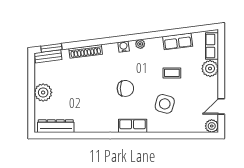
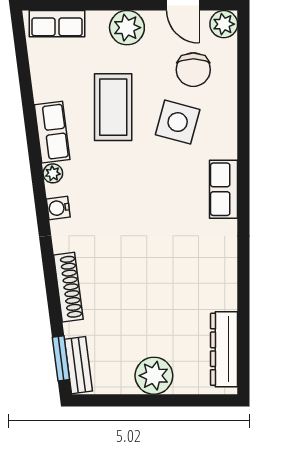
row of seats: (178, 41) -> (52, 132), moved
plant: (210, 69) -> (127, 28), moved
coffee table: (172, 73) -> (113, 107), width x1.86, depth x1.72
chair: (125, 88) -> (193, 70), moved, turned 180

